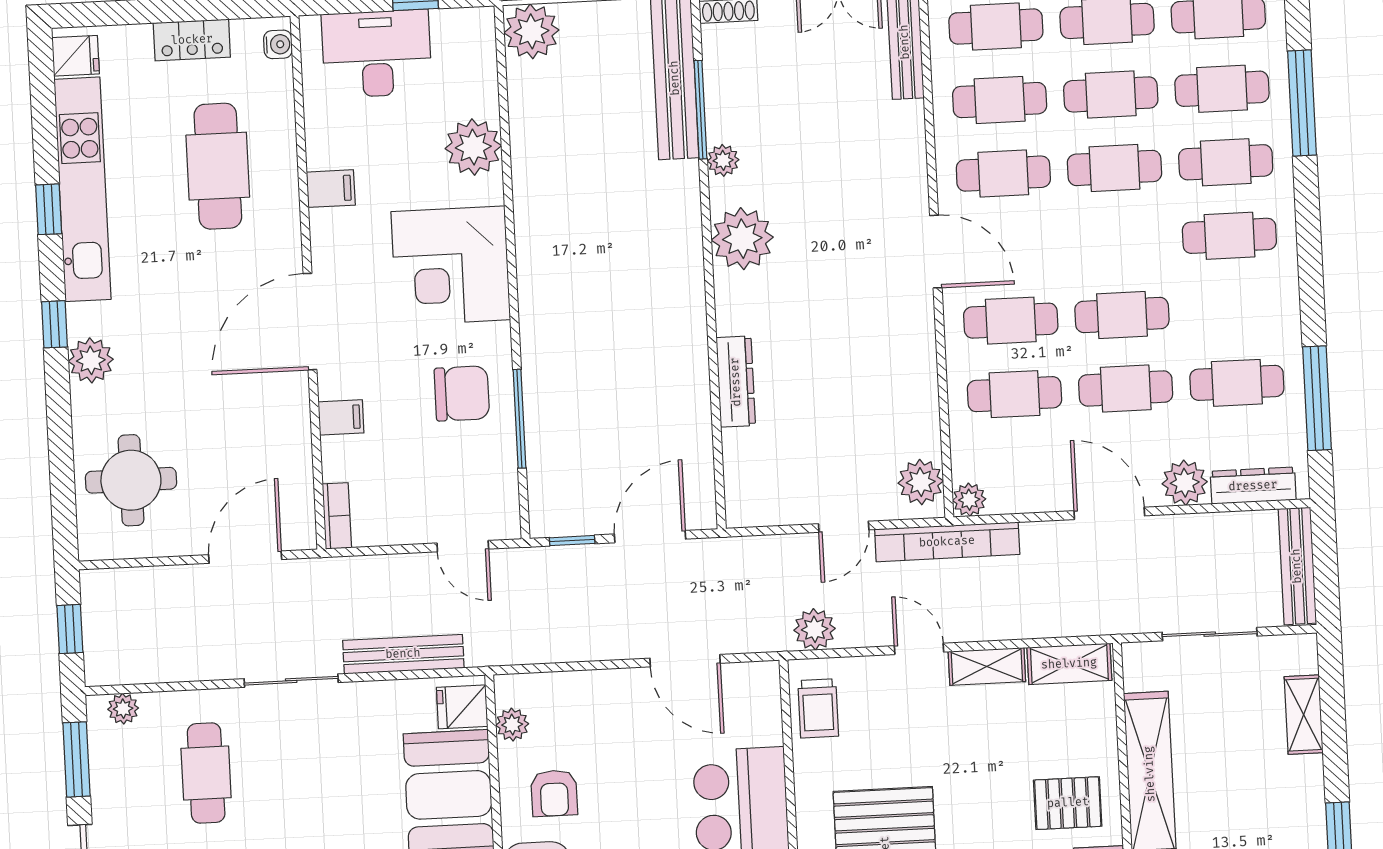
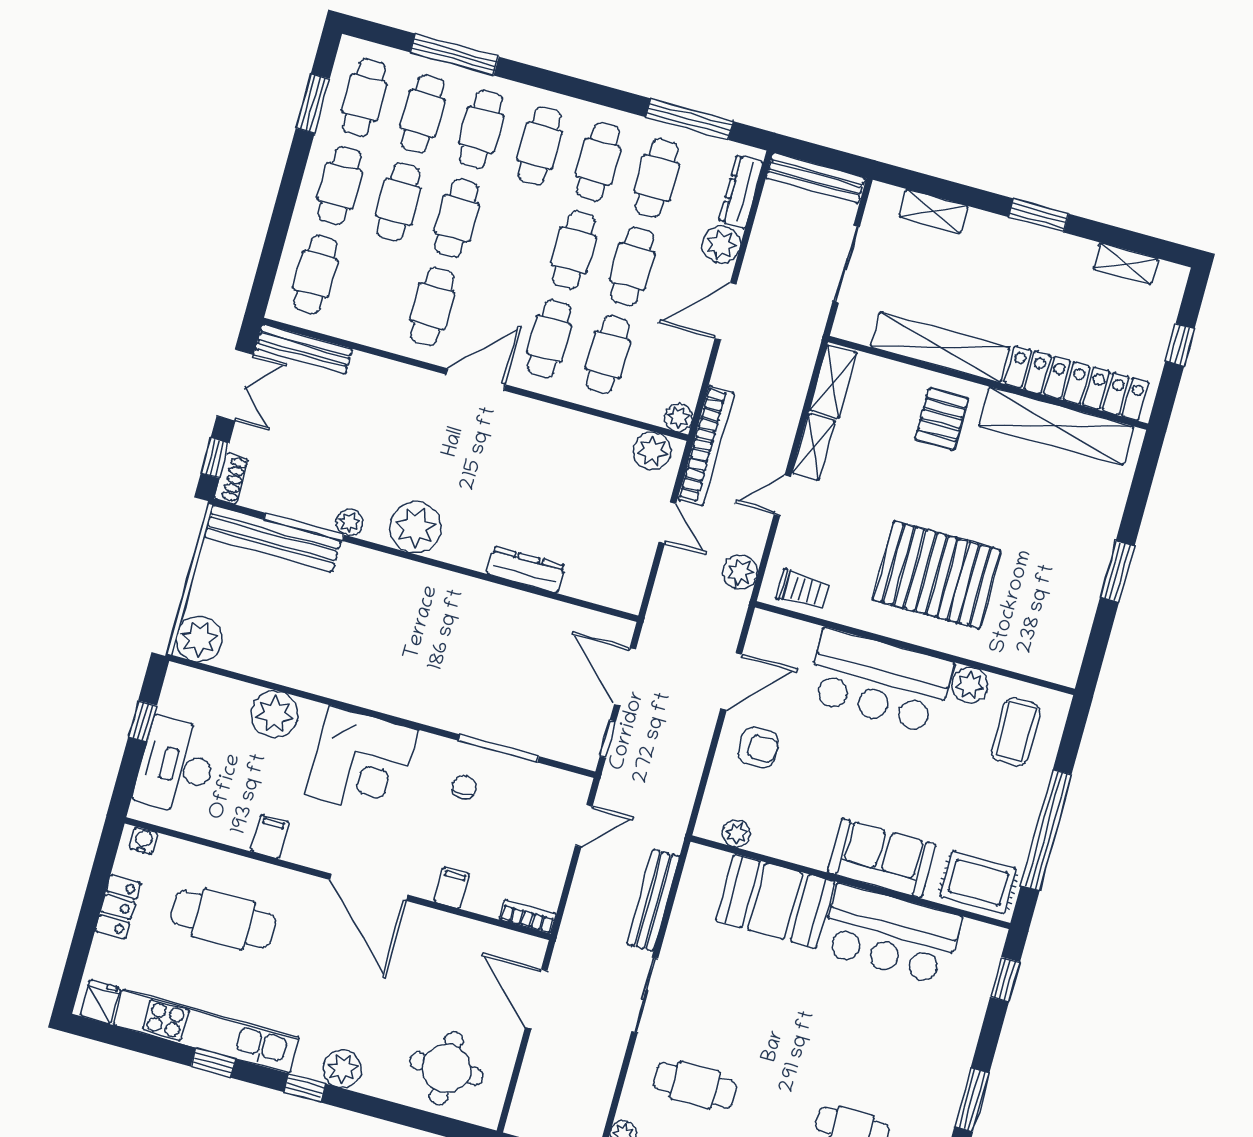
cafe table: (1000, 100) -> (598, 162), moved
chair: (462, 393) -> (464, 787), width x0.54, depth x0.54
fridge: (462, 707) -> (710, 868), removed
armchair: (554, 793) -> (758, 748), moved

